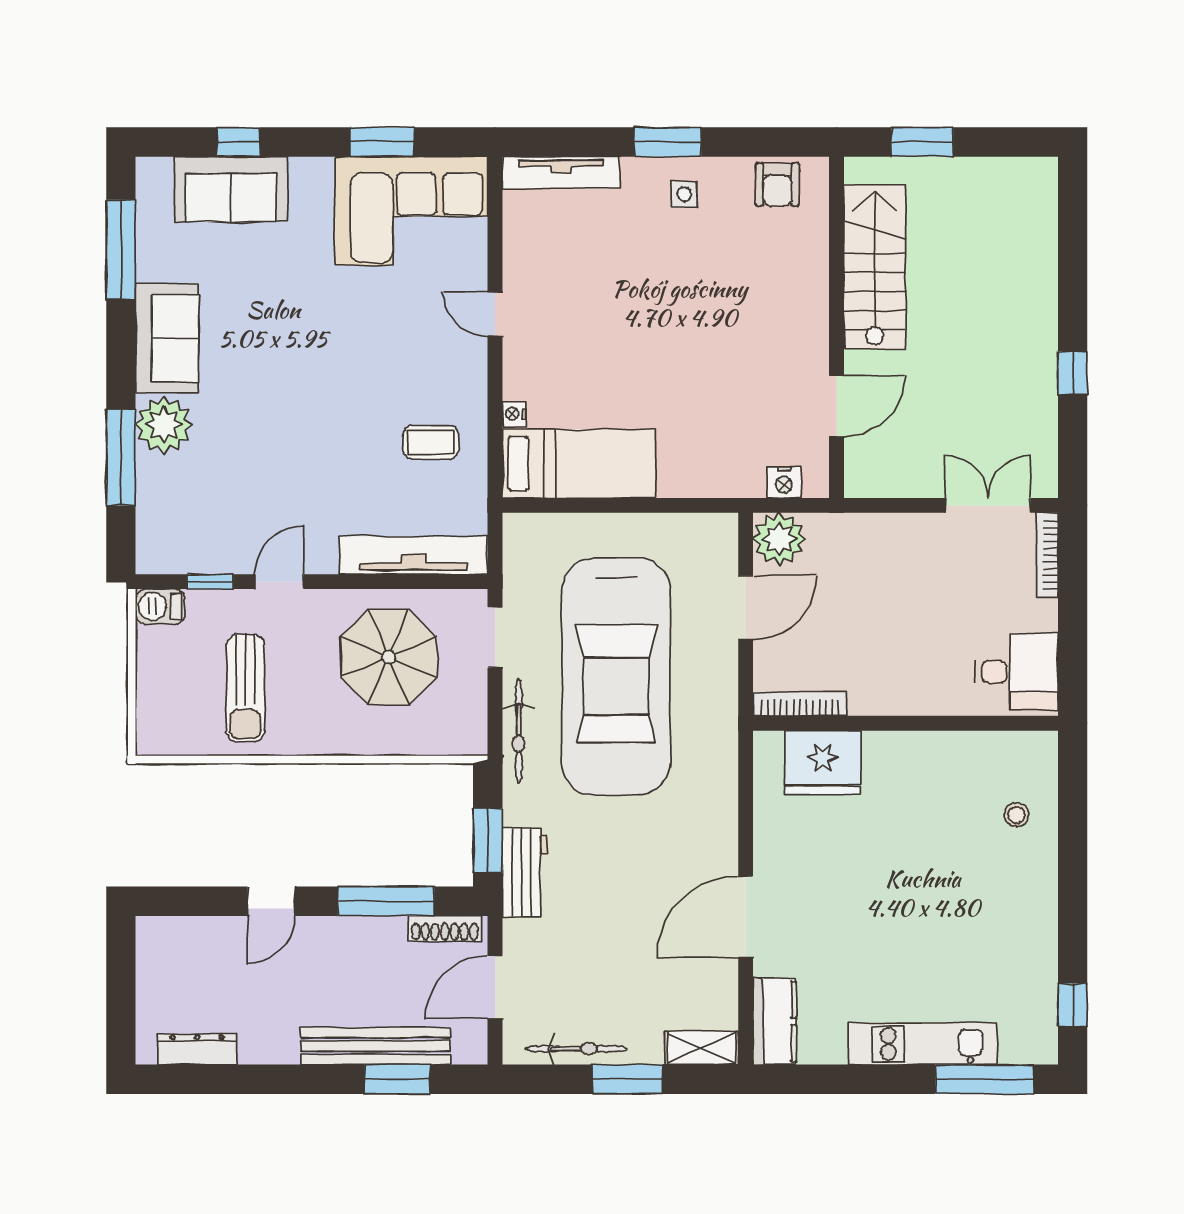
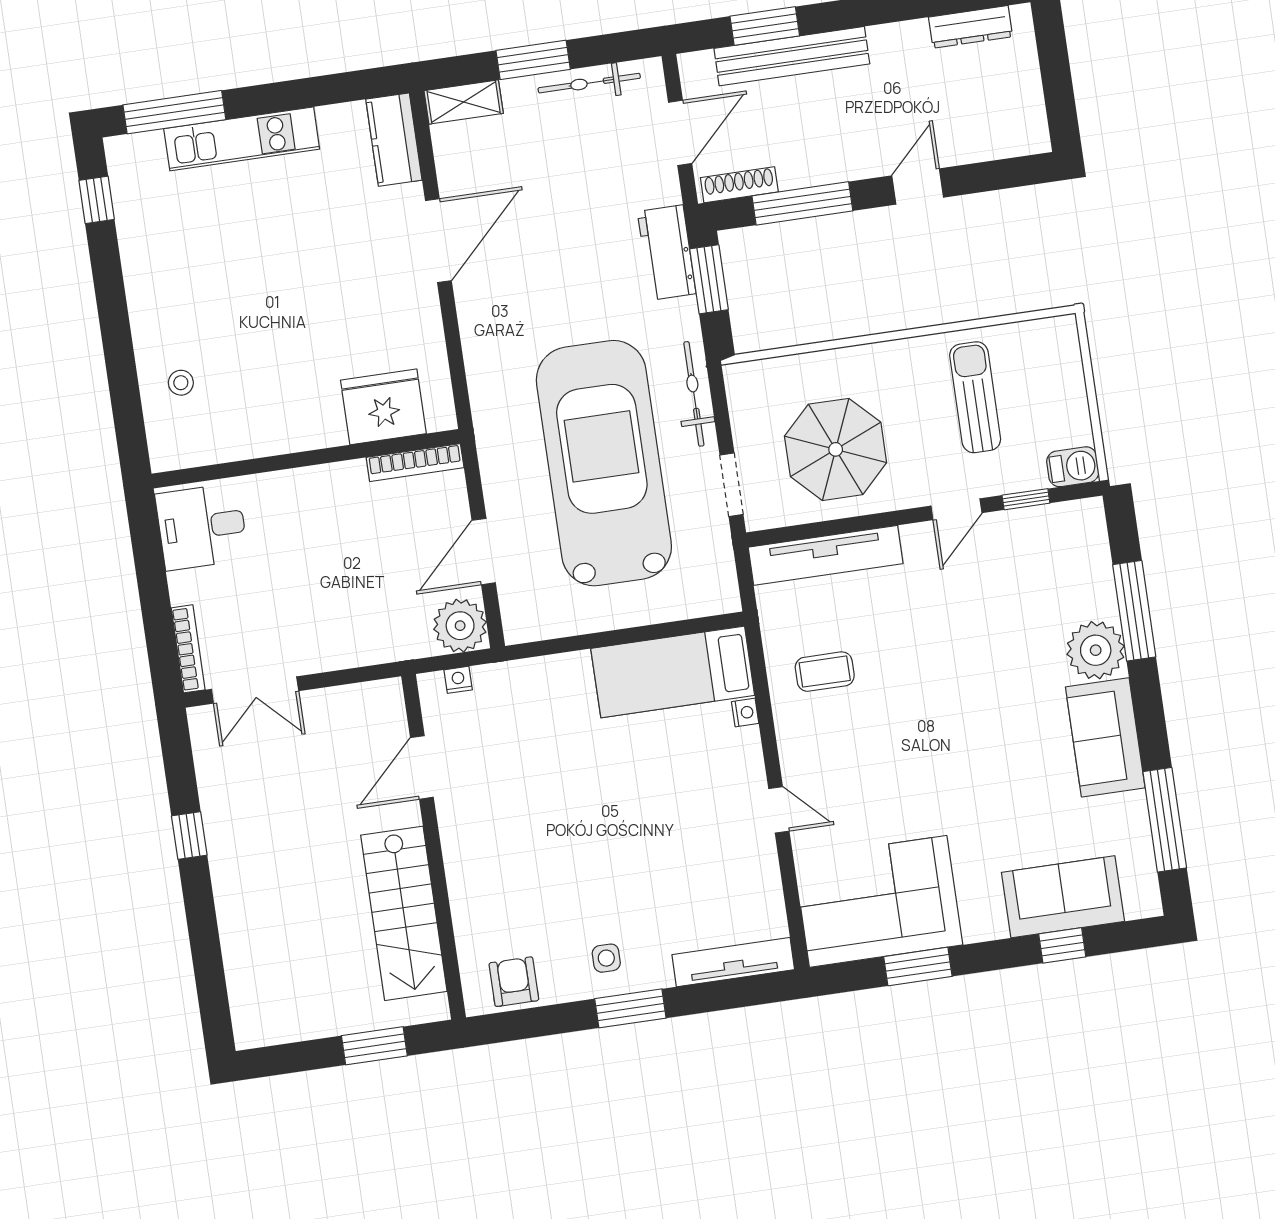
nightstand: (784, 482) -> (458, 680), width x0.72, depth x0.74

